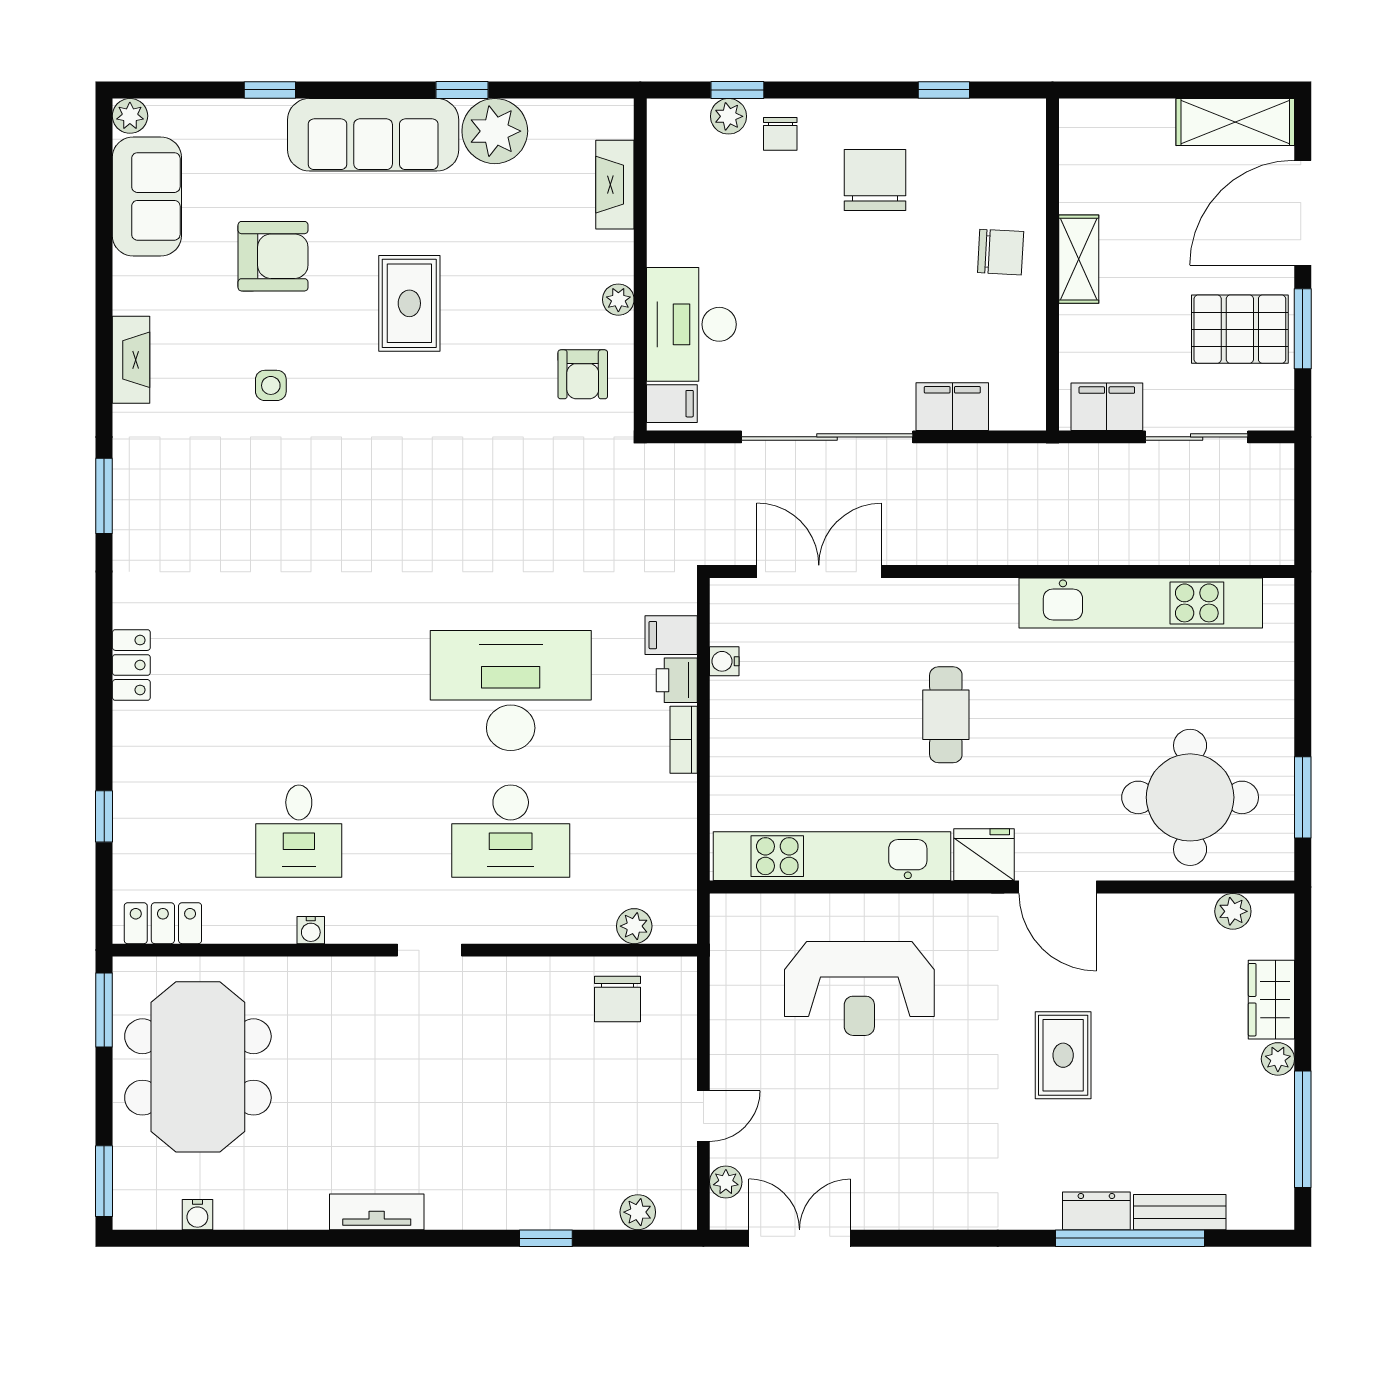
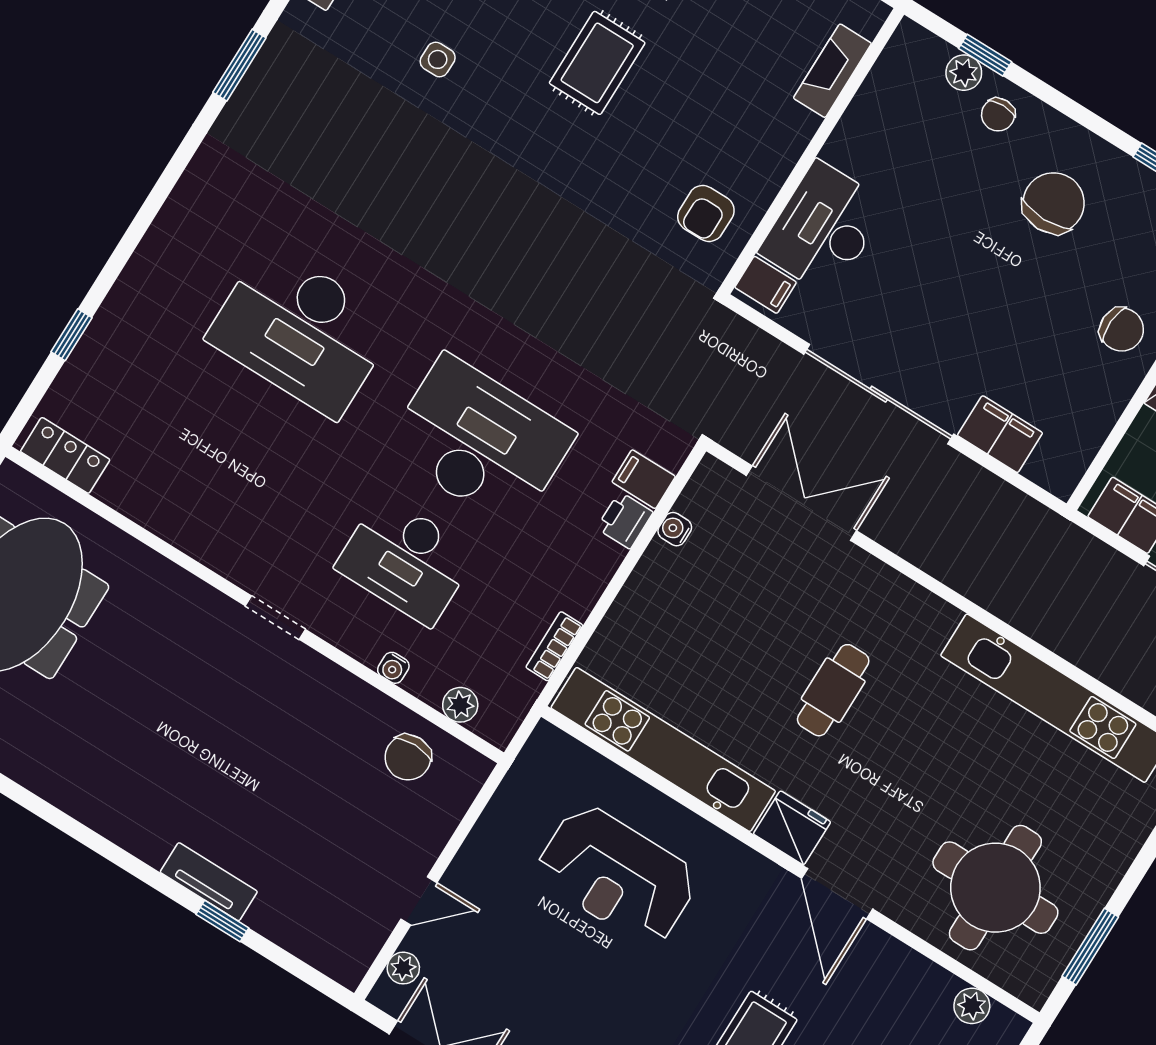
plant: (618, 300) -> (775, 169), removed
locker: (131, 665) -> (174, 222), removed
bookcase: (684, 740) -> (554, 646), moved
desk: (299, 831) -> (301, 331), moved, width x1.87, depth x1.30
water cooler: (311, 930) -> (393, 668), moved
tv unit: (377, 1212) -> (209, 882), moved
plant: (638, 1212) -> (313, 947), removed

